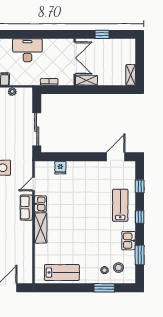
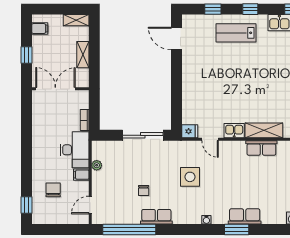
filing cabinet: (124, 45) -> (40, 29), added
desk: (27, 50) -> (75, 150), moved, turned 180
shelving: (87, 80) -> (83, 55), moved
fridge: (60, 168) -> (190, 131), moved
row of seats: (26, 208) -> (261, 148), moved

